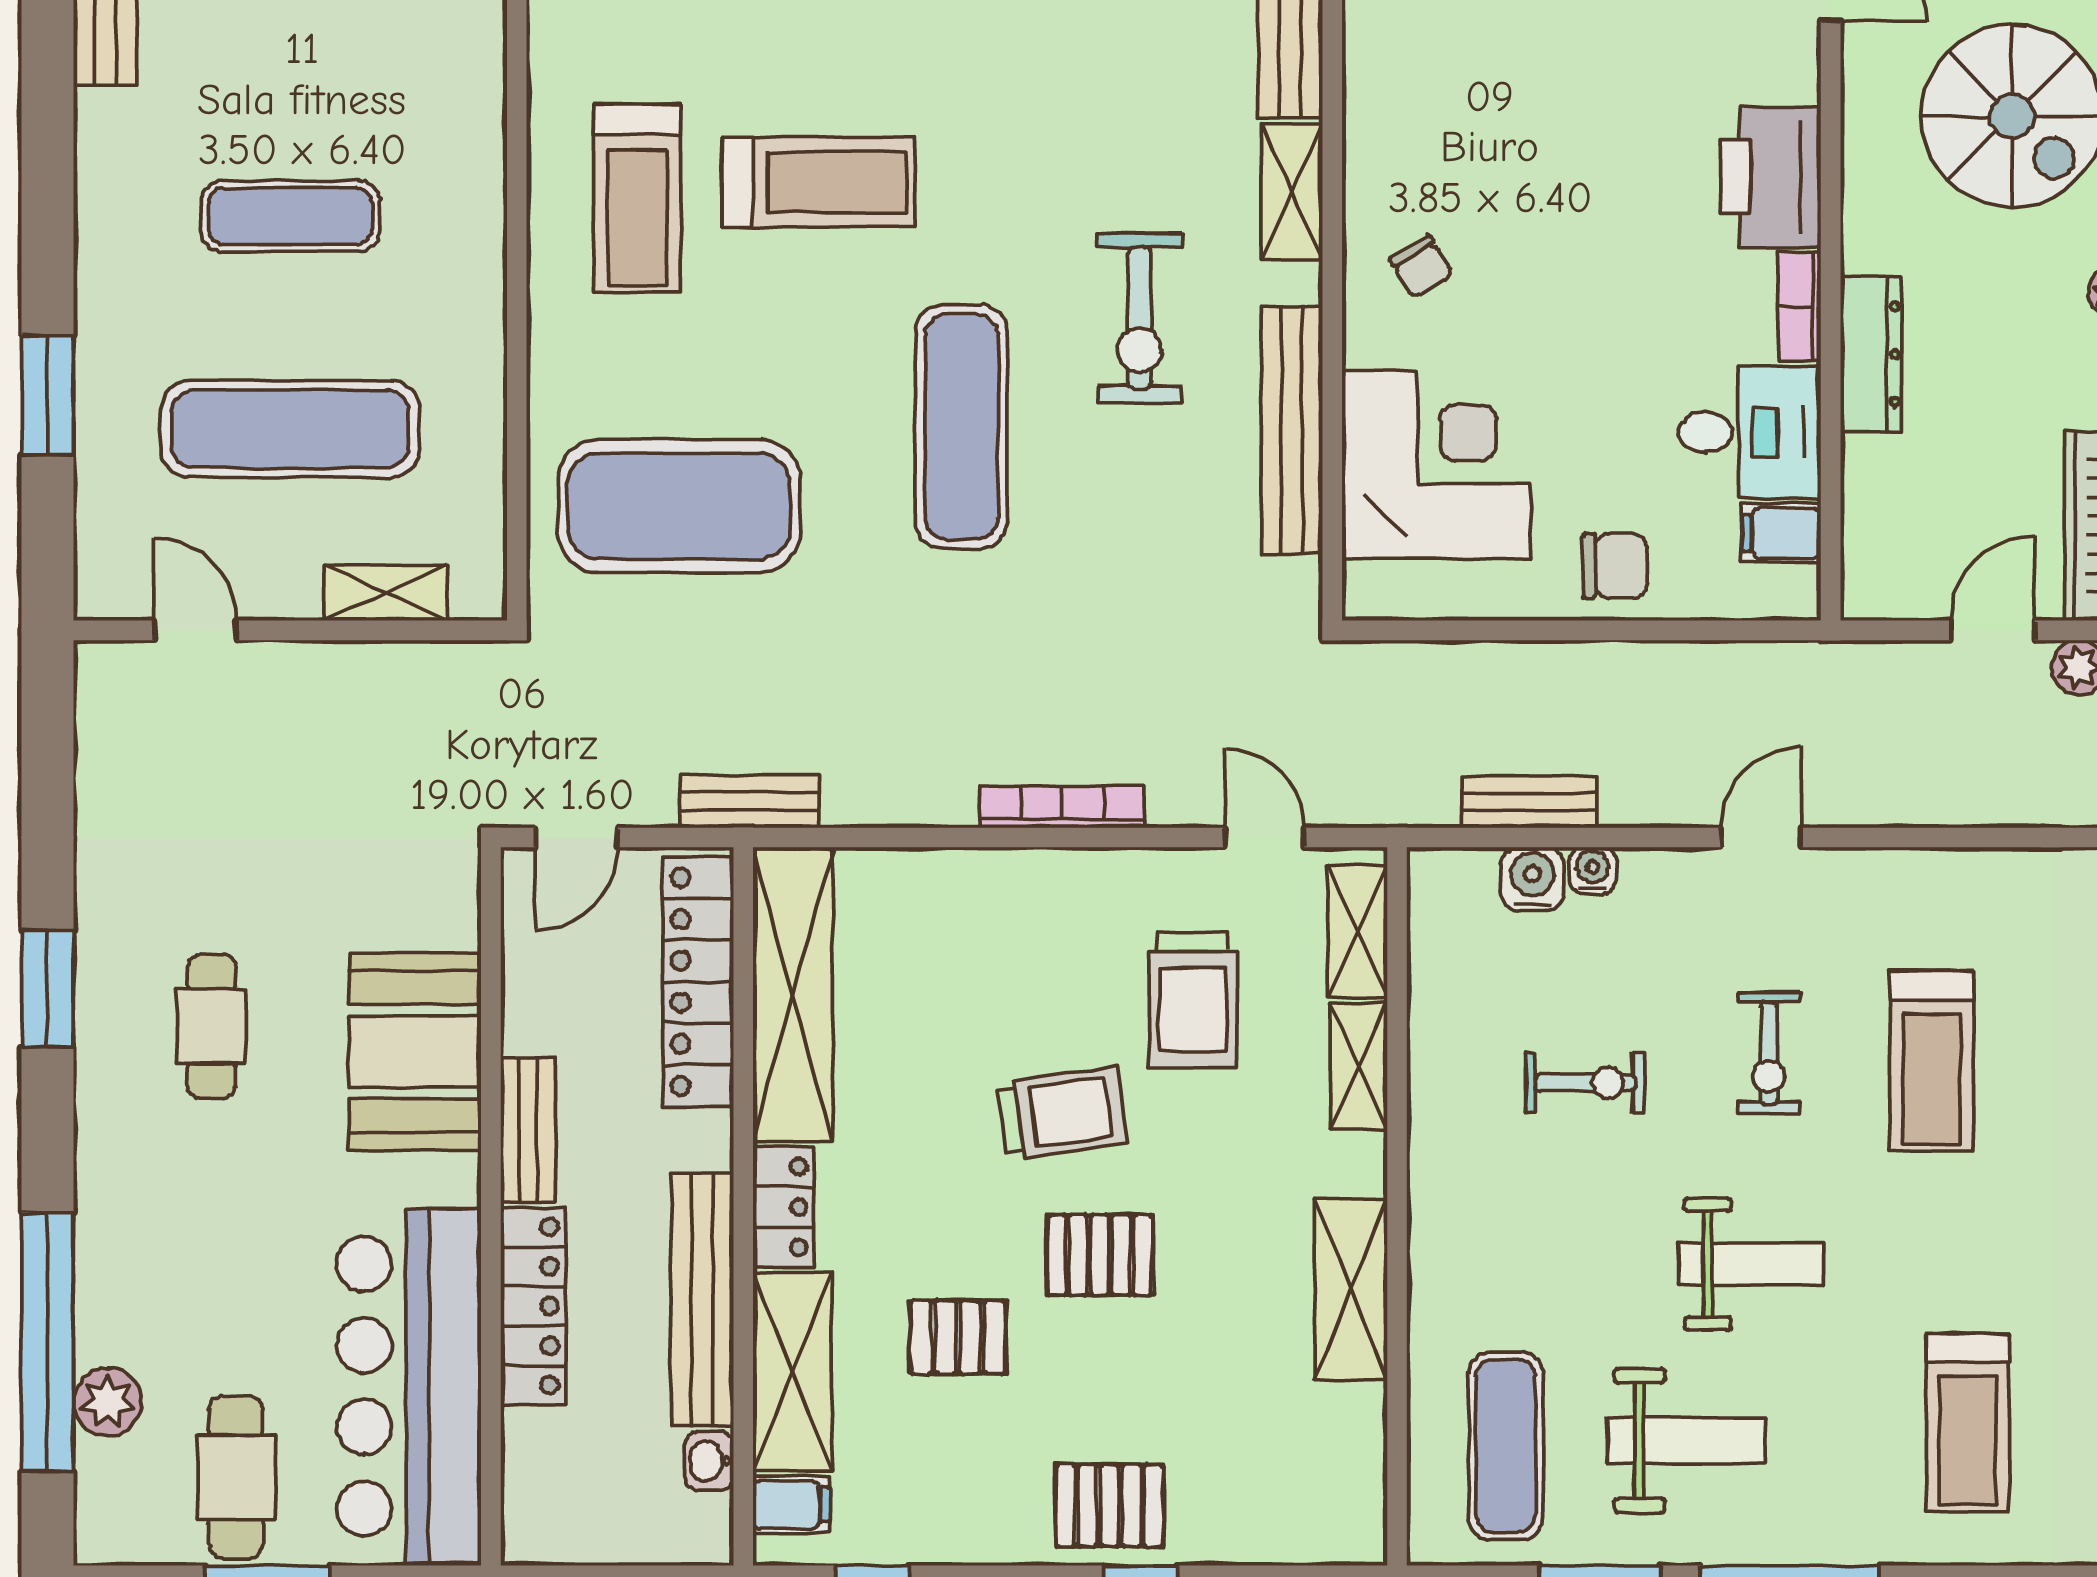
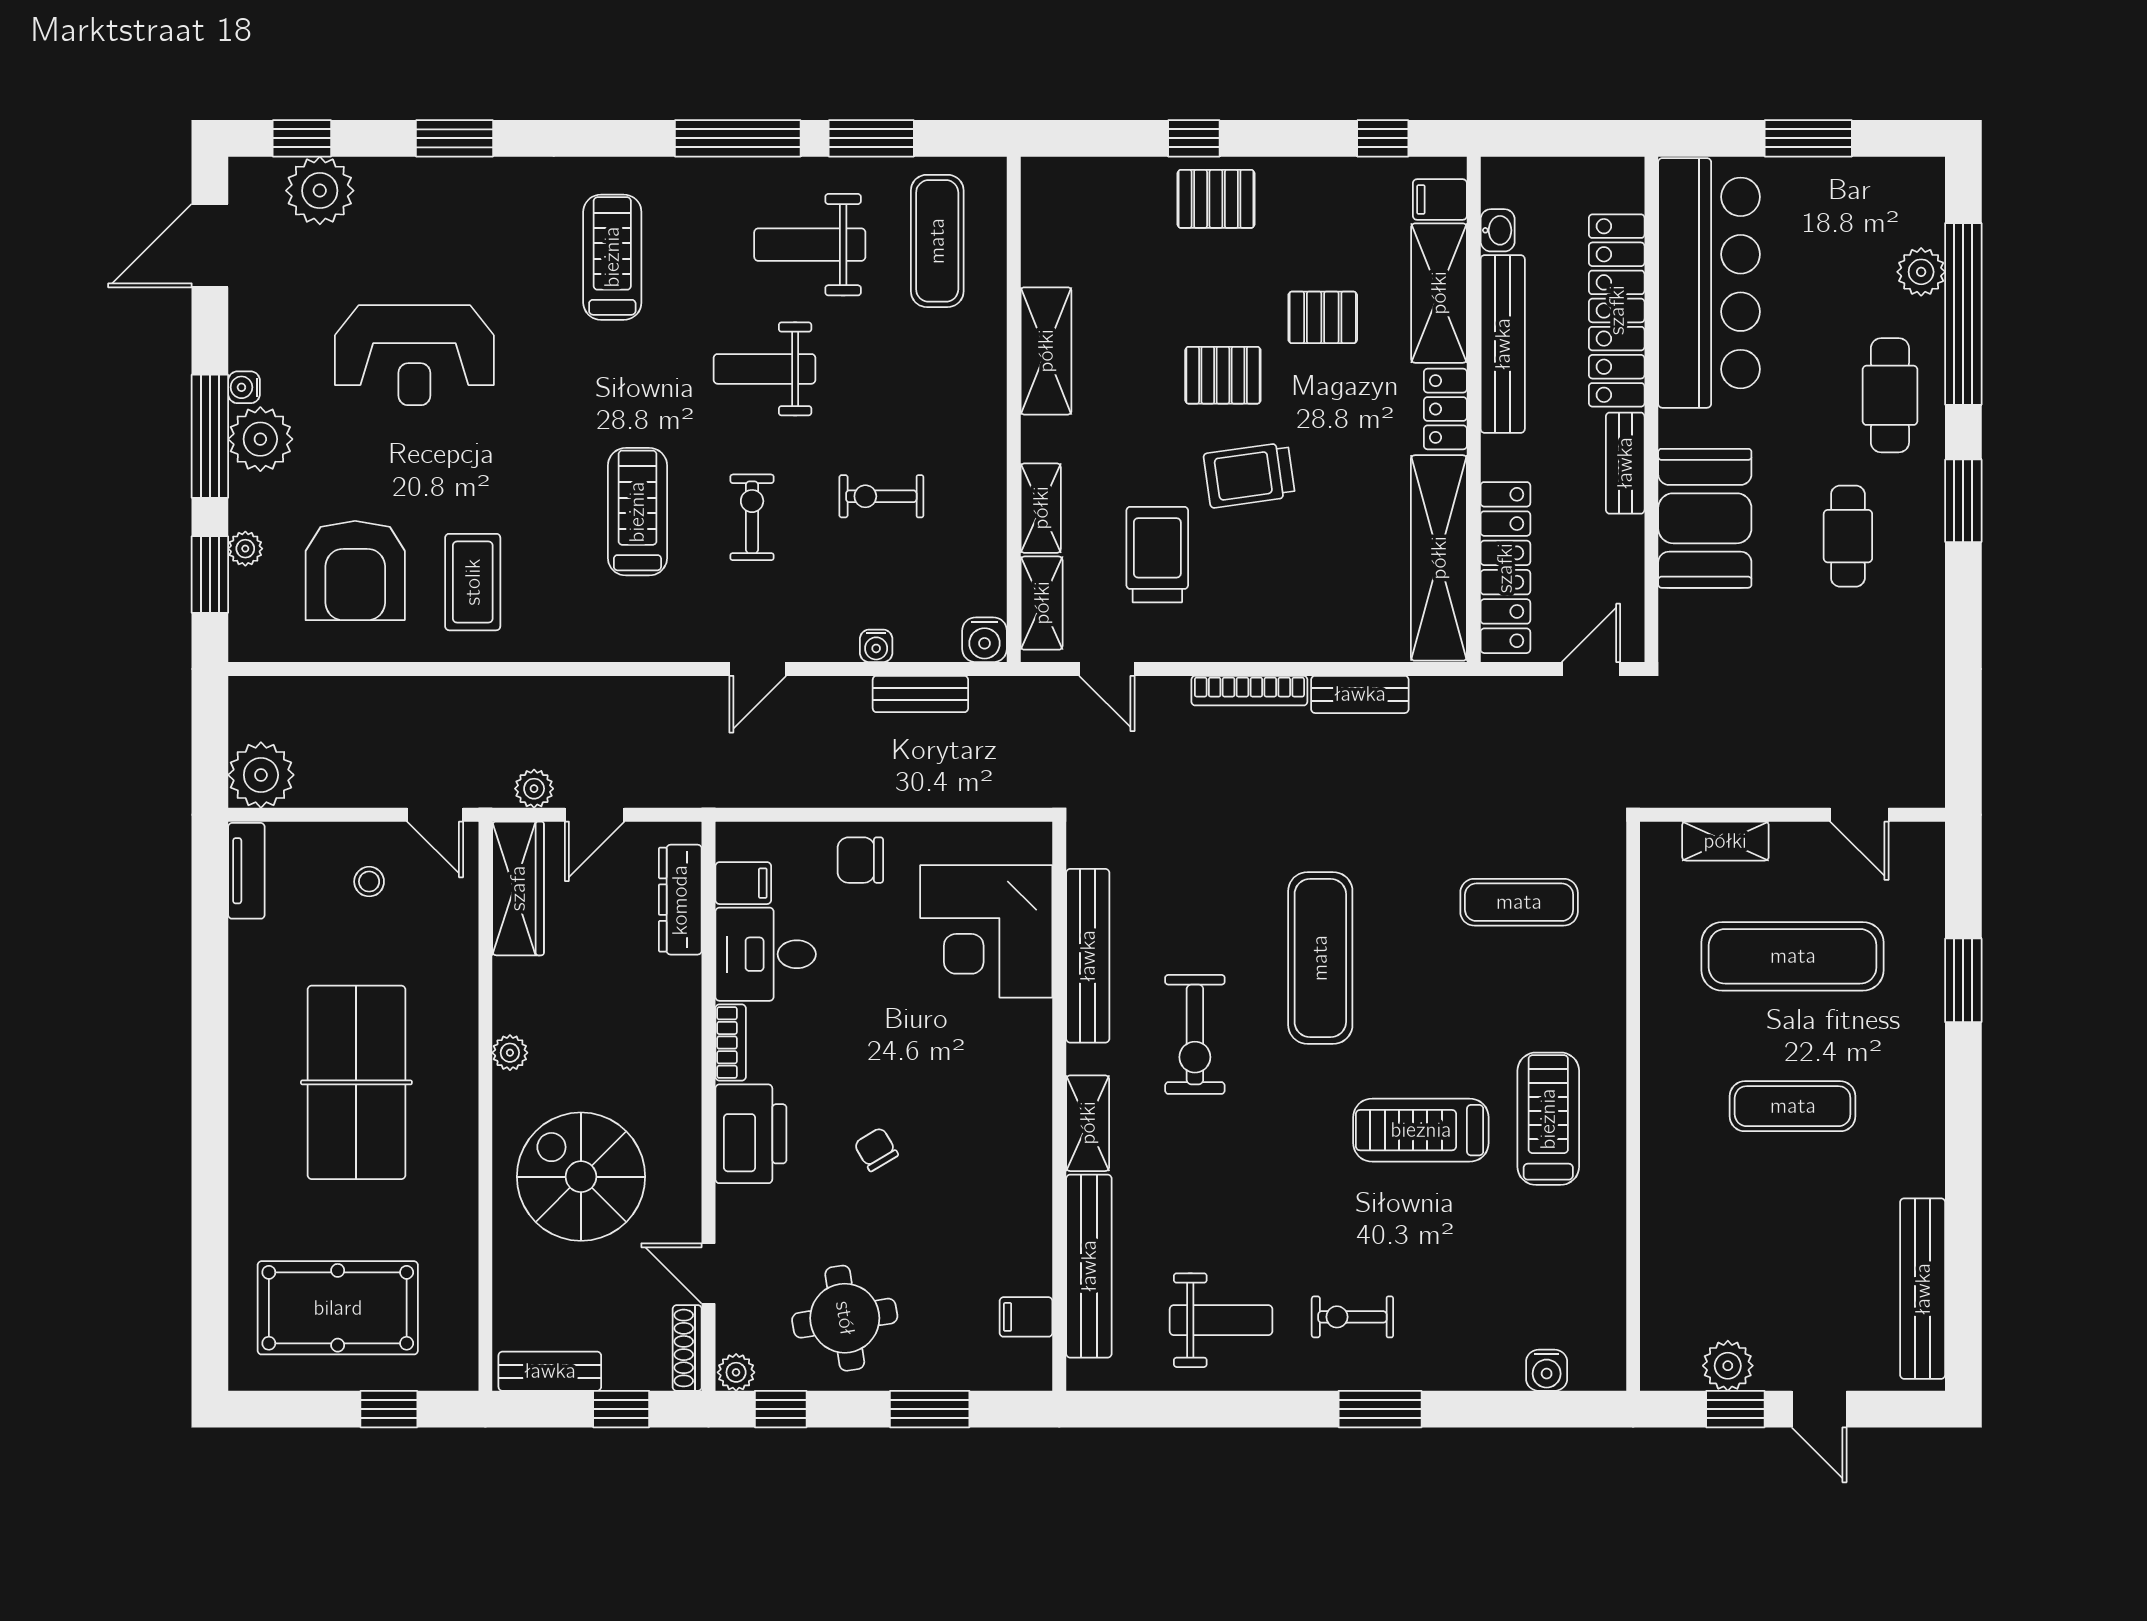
chair: (1421, 267) -> (876, 1149), moved
exercise bike: (1139, 318) -> (1195, 1034), turned 180
dresser: (1871, 354) -> (680, 900), moved
exercise mat: (679, 506) -> (1519, 902), width x0.50, depth x0.69
bench: (750, 801) -> (1360, 694), moved
water cooler: (1532, 879) -> (985, 640), moved
window: (47, 988) -> (1963, 501), moved
locker: (533, 1306) -> (1617, 310), width x1.41, depth x1.21
cafe table: (236, 1477) -> (1890, 395), moved

